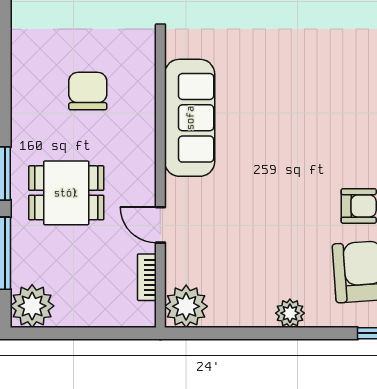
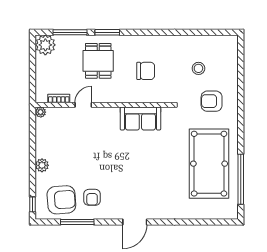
sofa: (190, 118) -> (140, 118), width x0.73
plant: (186, 306) -> (41, 112), width x0.53, depth x0.53

